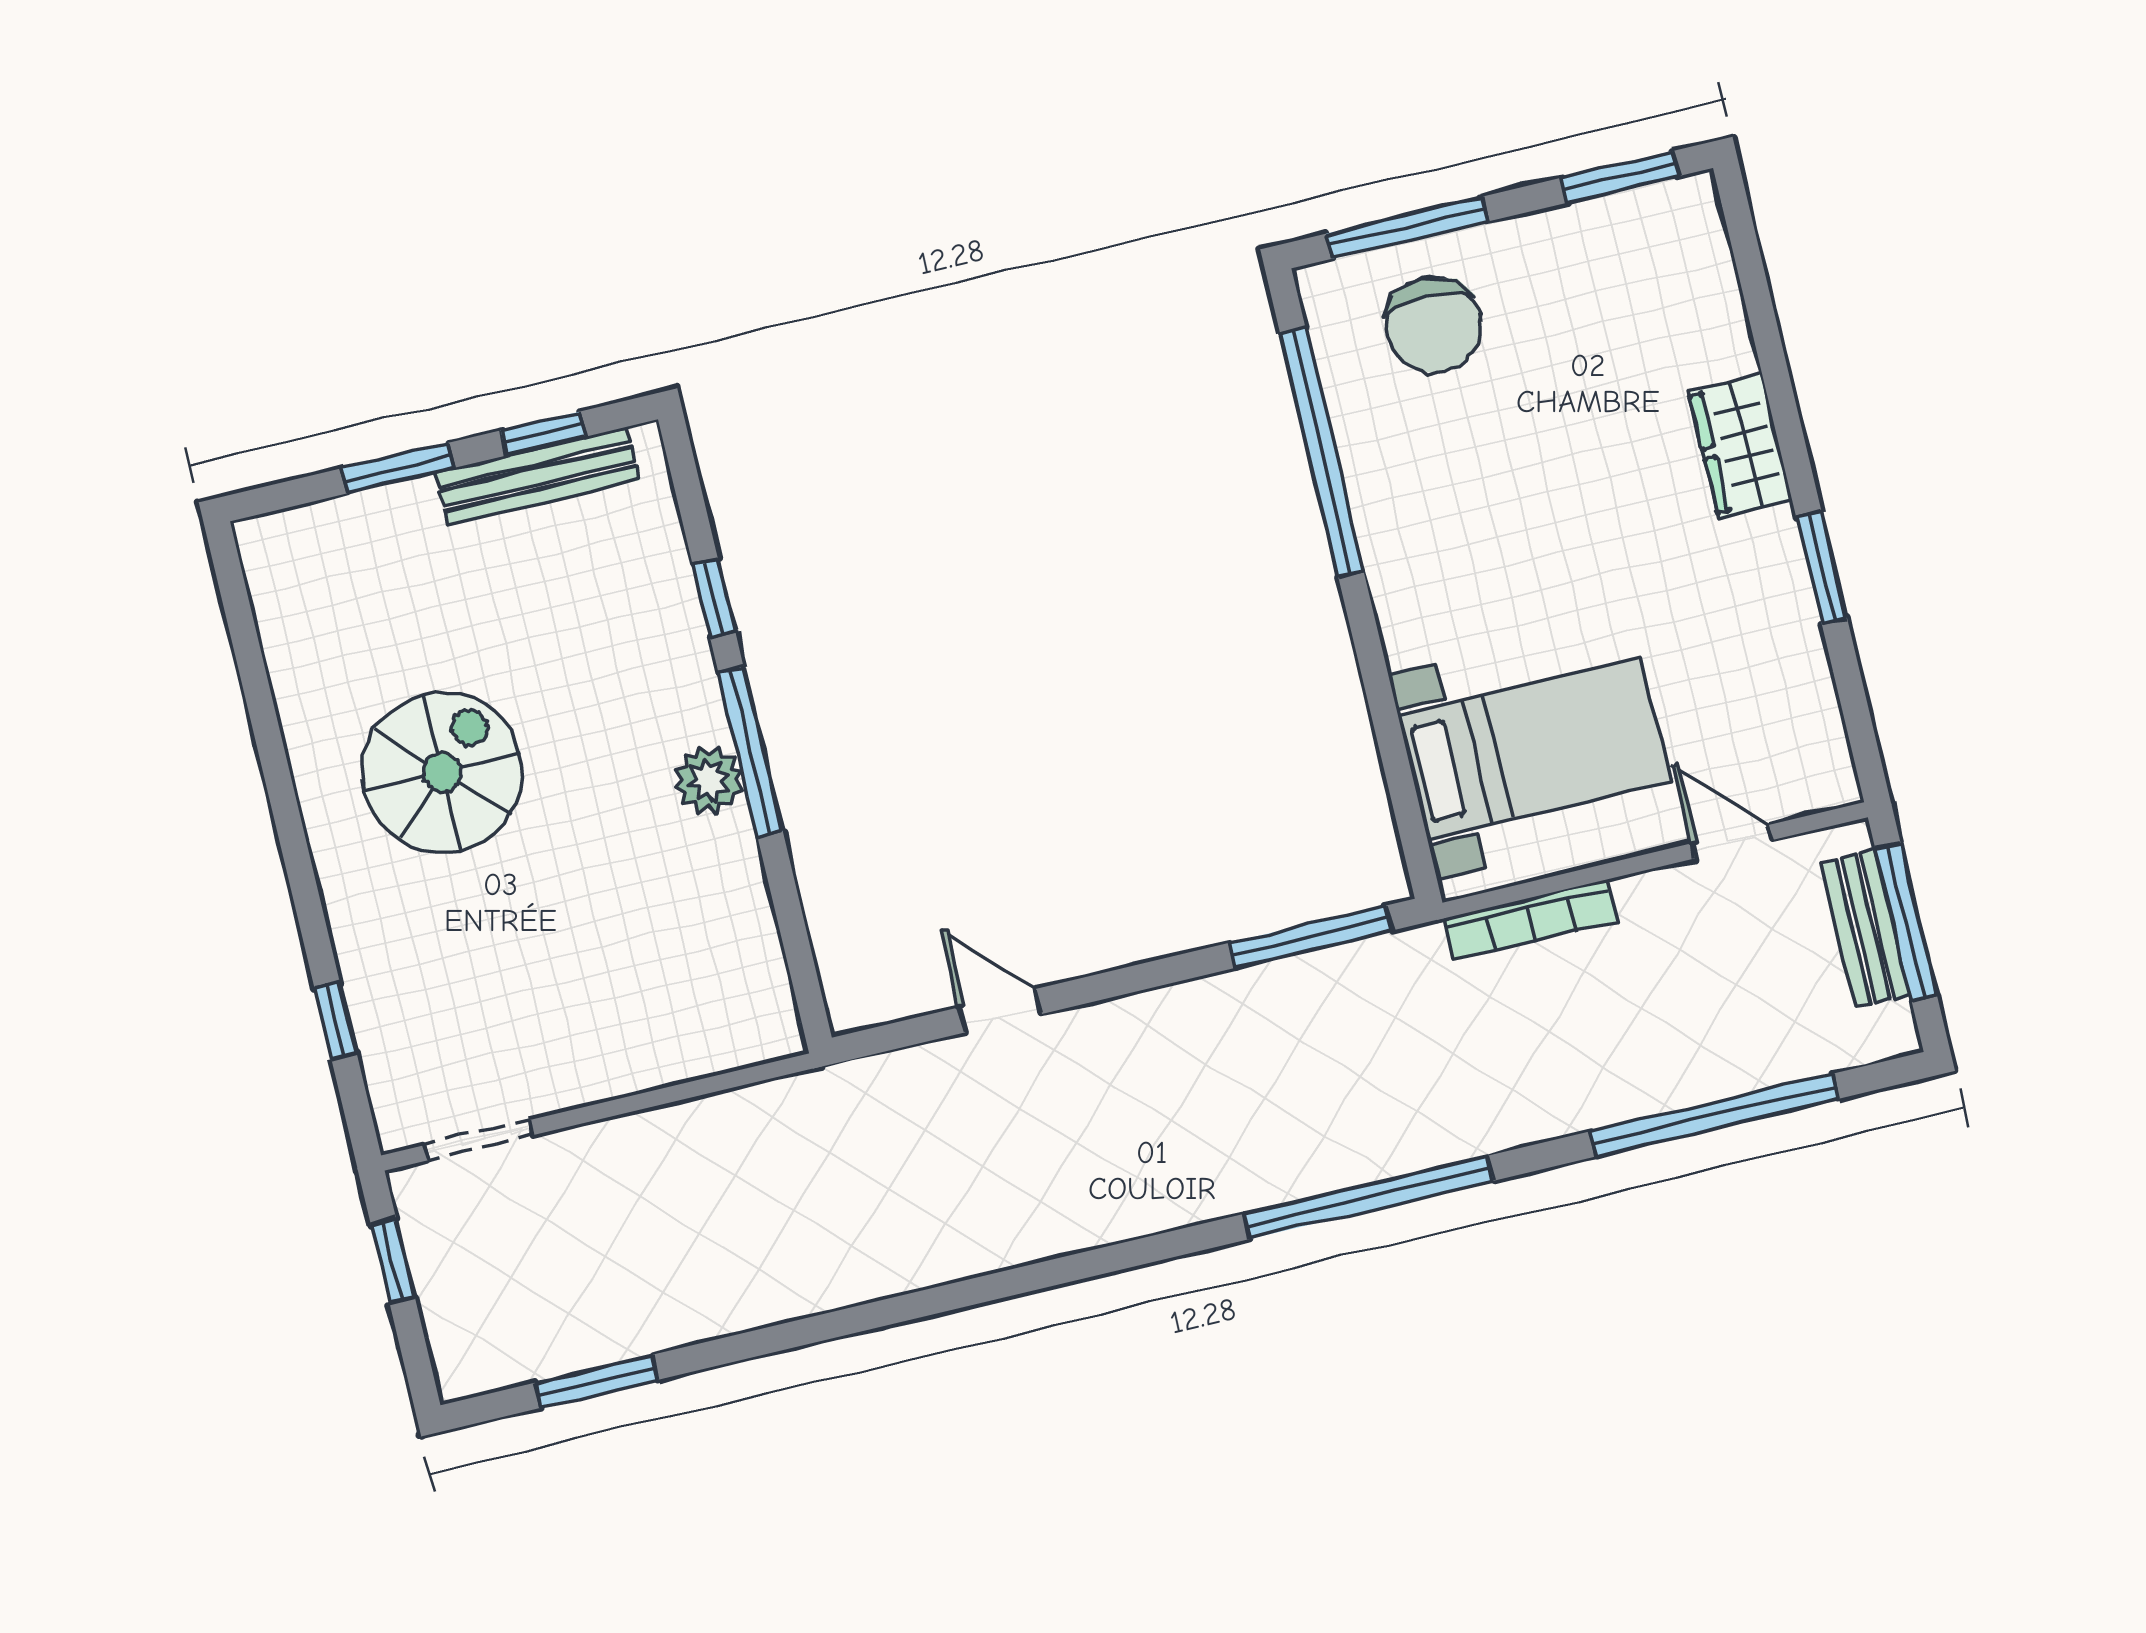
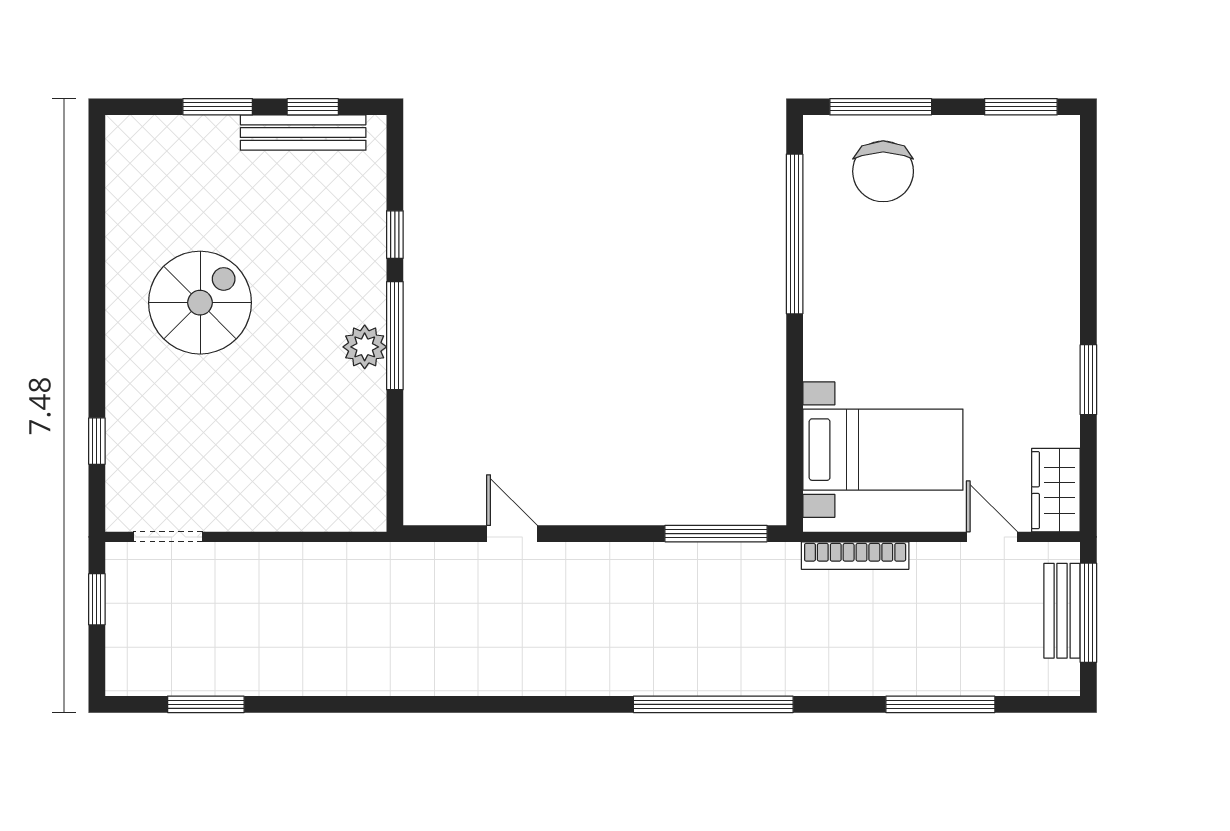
wardrobe: (1740, 446) -> (1056, 490), moved
window: (1714, 1115) -> (940, 704), width x0.68

